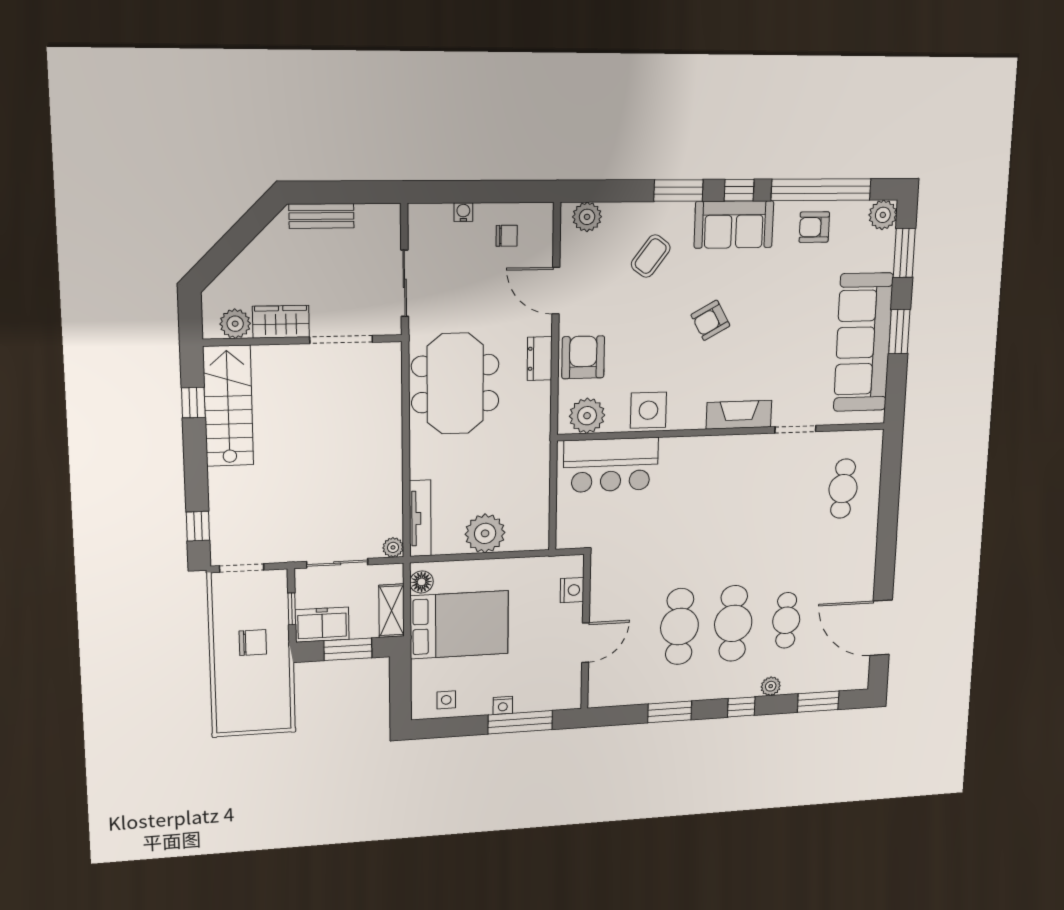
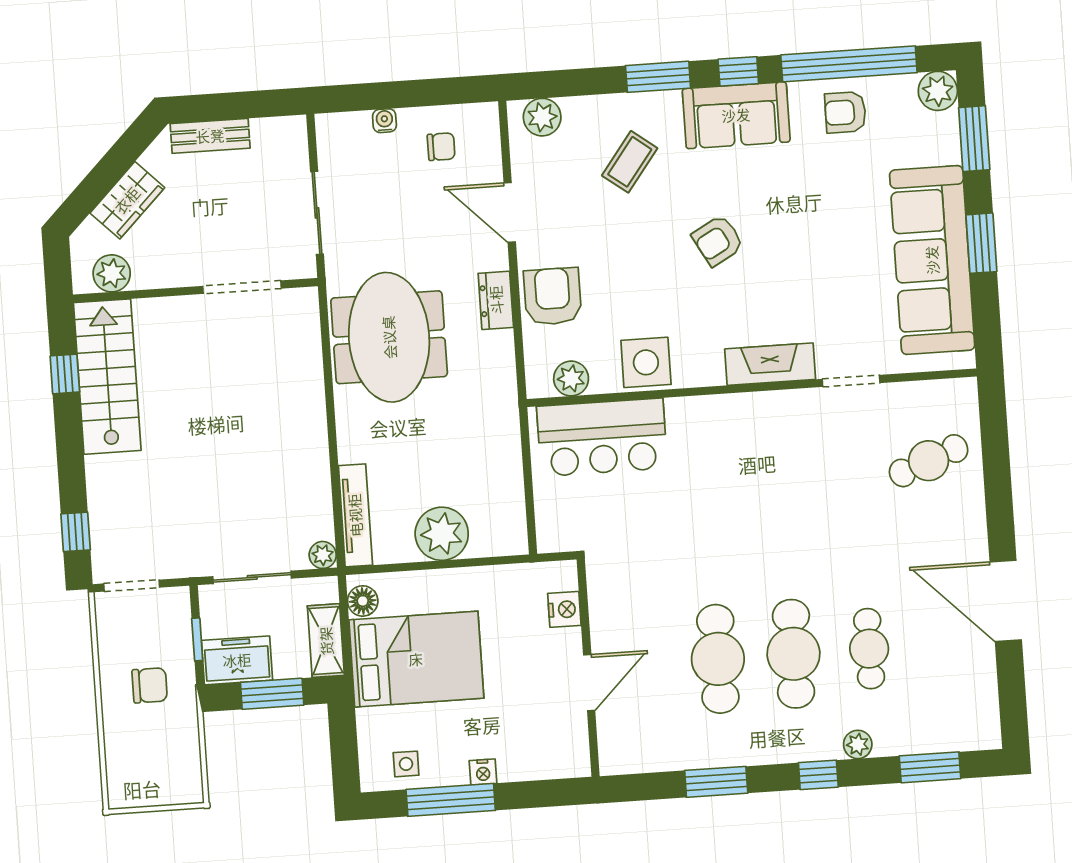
wardrobe: (281, 322) -> (127, 200), moved, turned 135
plant: (587, 416) -> (571, 379), width x0.73, depth x0.73
cafe table: (843, 489) -> (929, 461), turned 65
door: (881, 628) -> (1006, 601), moved
window: (520, 722) -> (451, 800), moved

